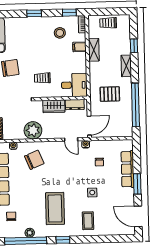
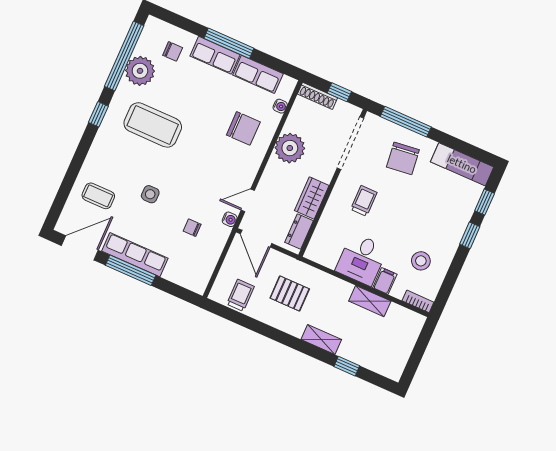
window: (69, 13) -> (485, 202), moved
trolley: (108, 23) -> (240, 295), moved
desk: (74, 85) -> (362, 259), moved
pallet: (110, 94) -> (290, 293), turned 90
window: (135, 105) -> (254, 325), removed
chair: (34, 160) -> (243, 128), turned -67
row of seats: (128, 169) -> (135, 255), moved
window: (137, 184) -> (131, 270), width x1.44
coffee table: (88, 221) -> (98, 196), moved
plant: (30, 233) -> (140, 71), width x1.88, depth x1.88

